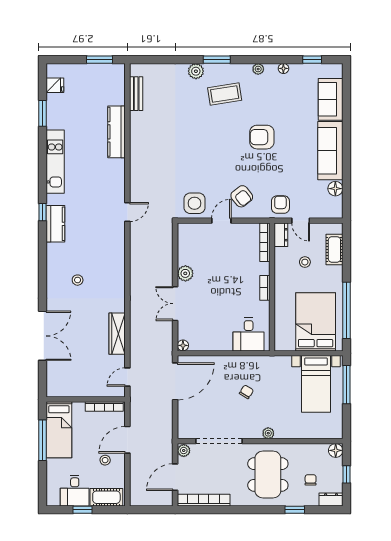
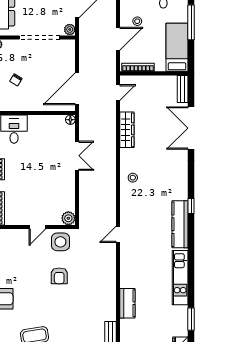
kitchen counter: (117, 132) -> (127, 303), width x0.67
armchair: (242, 196) -> (59, 276), moved, turned -141
window: (42, 212) -> (191, 206), moved
kitchen counter: (55, 224) -> (180, 224), width x1.50
plant: (185, 273) -> (68, 218), moved
stool: (78, 280) -> (133, 178), moved
bench: (52, 381) -> (183, 89), added
window: (42, 440) -> (191, 22), moved

